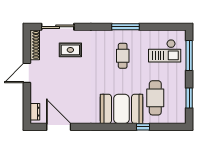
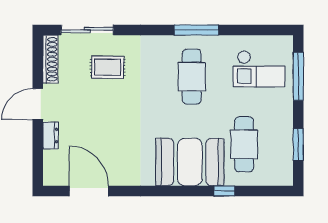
cafe table: (123, 56) -> (192, 77), width x1.37, depth x1.35
dresser: (35, 112) -> (51, 136), moved

